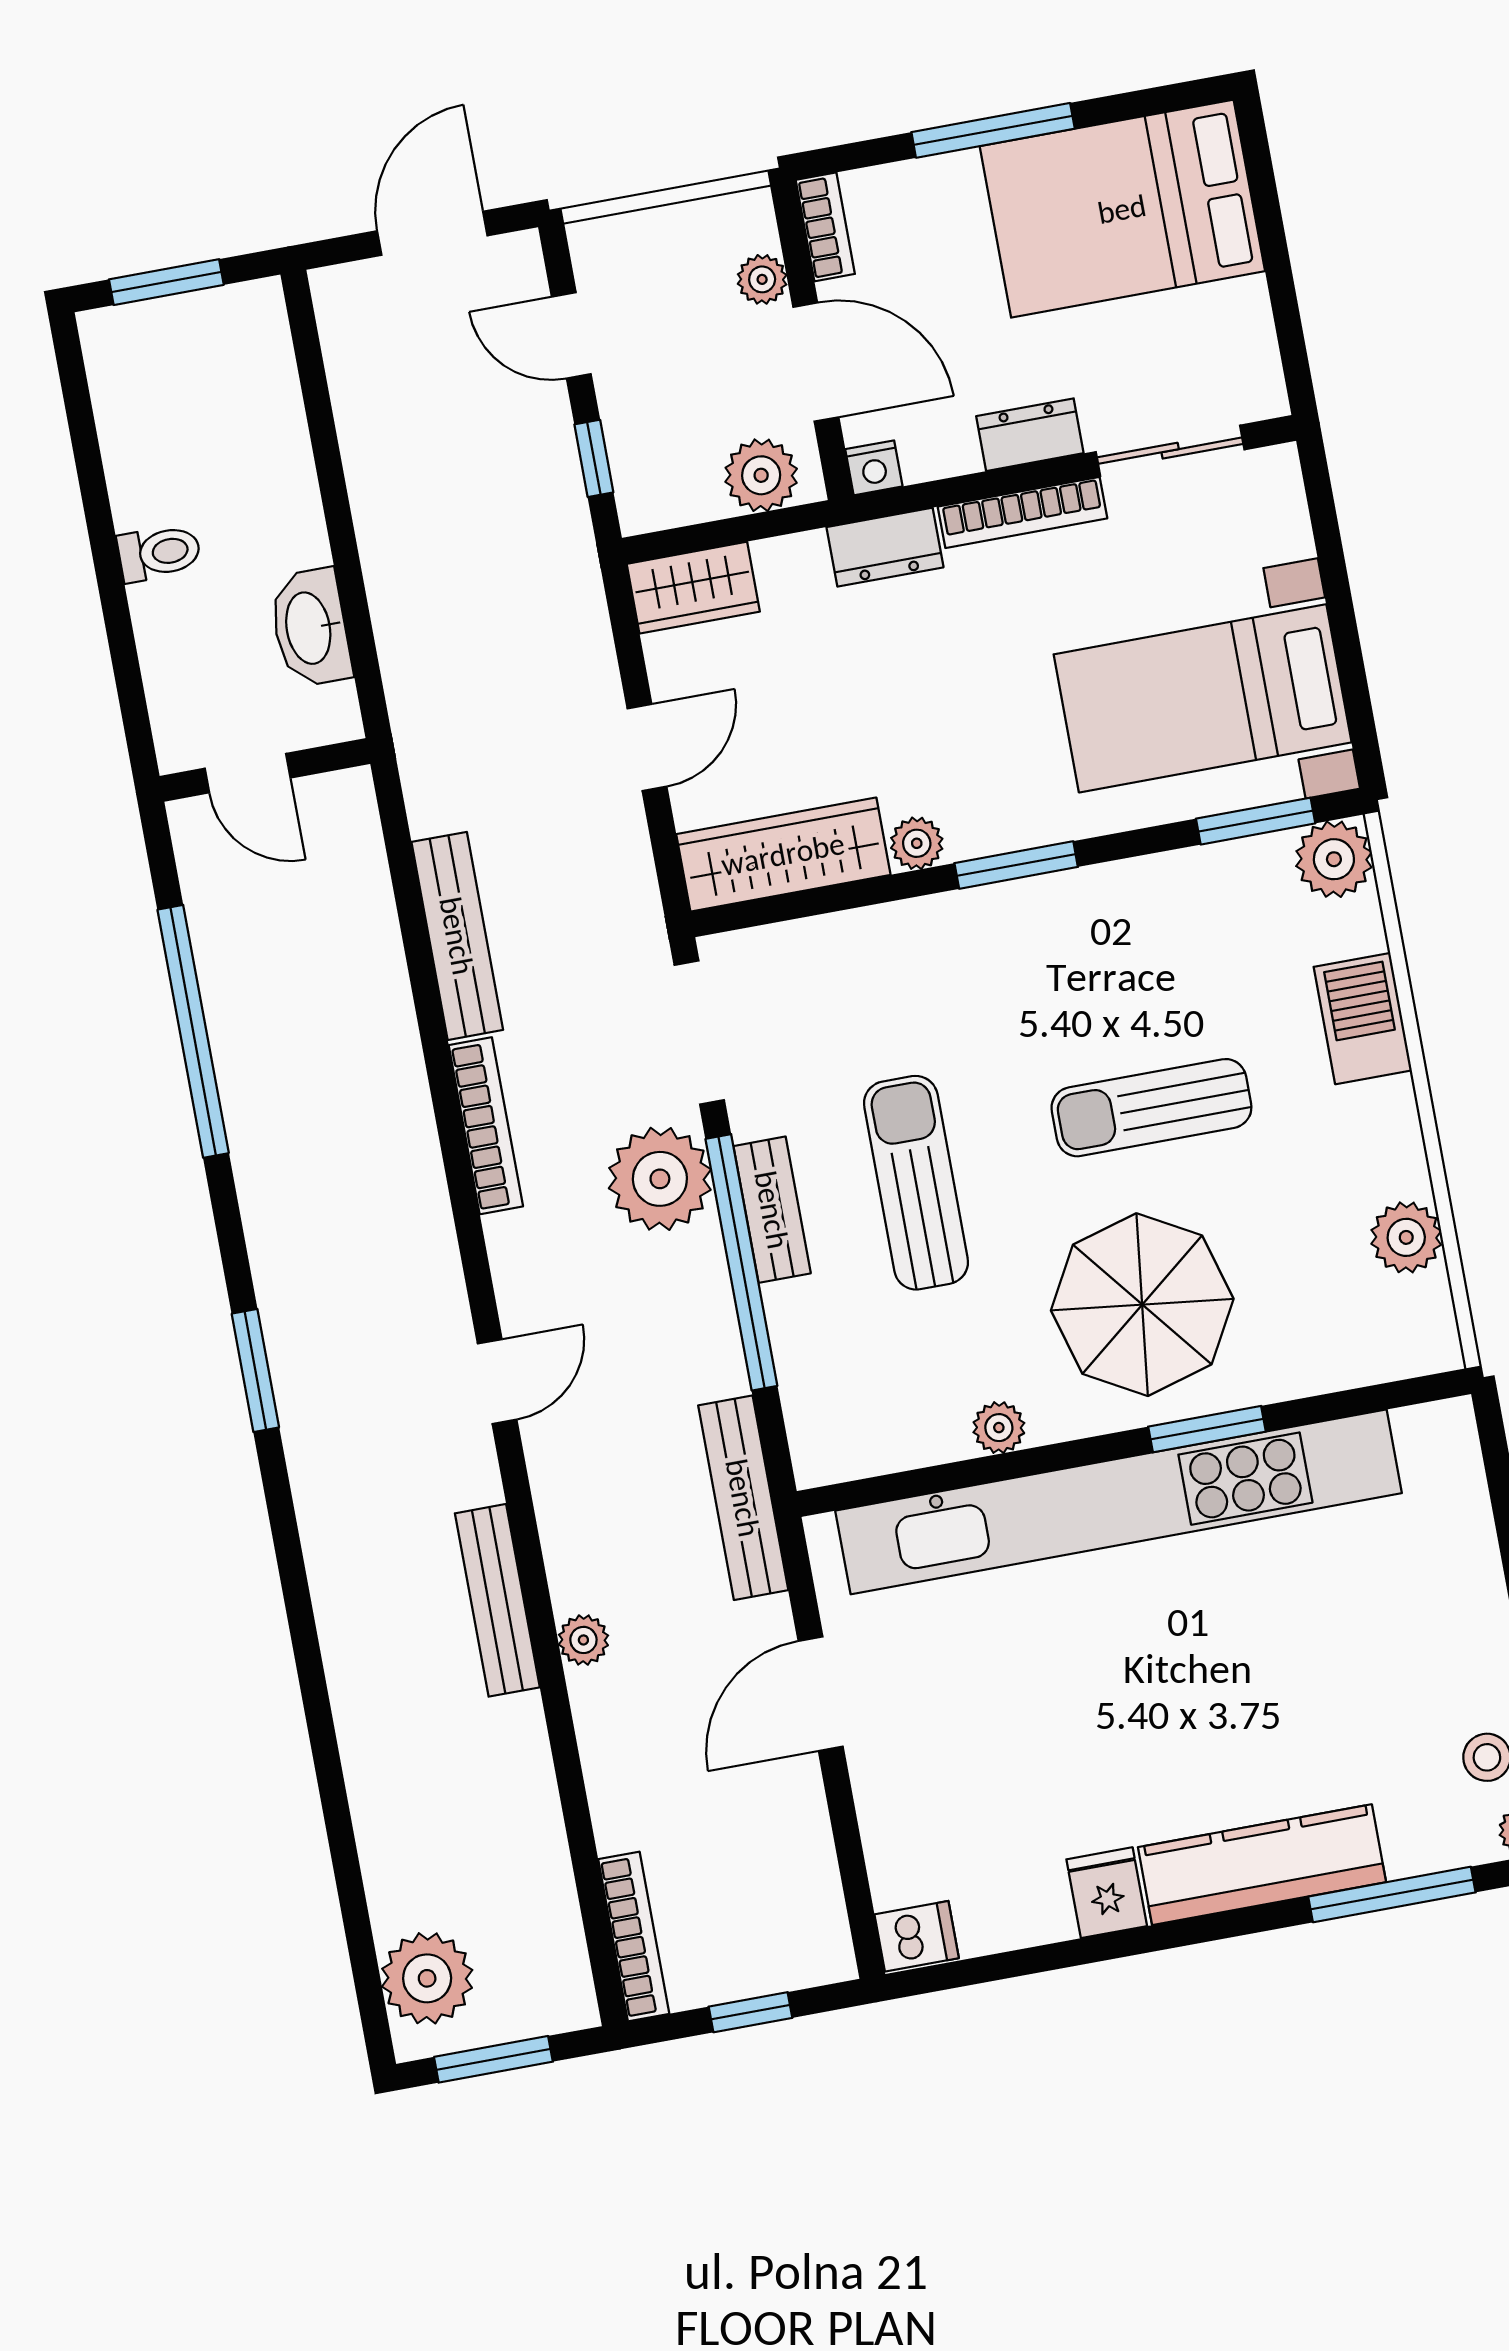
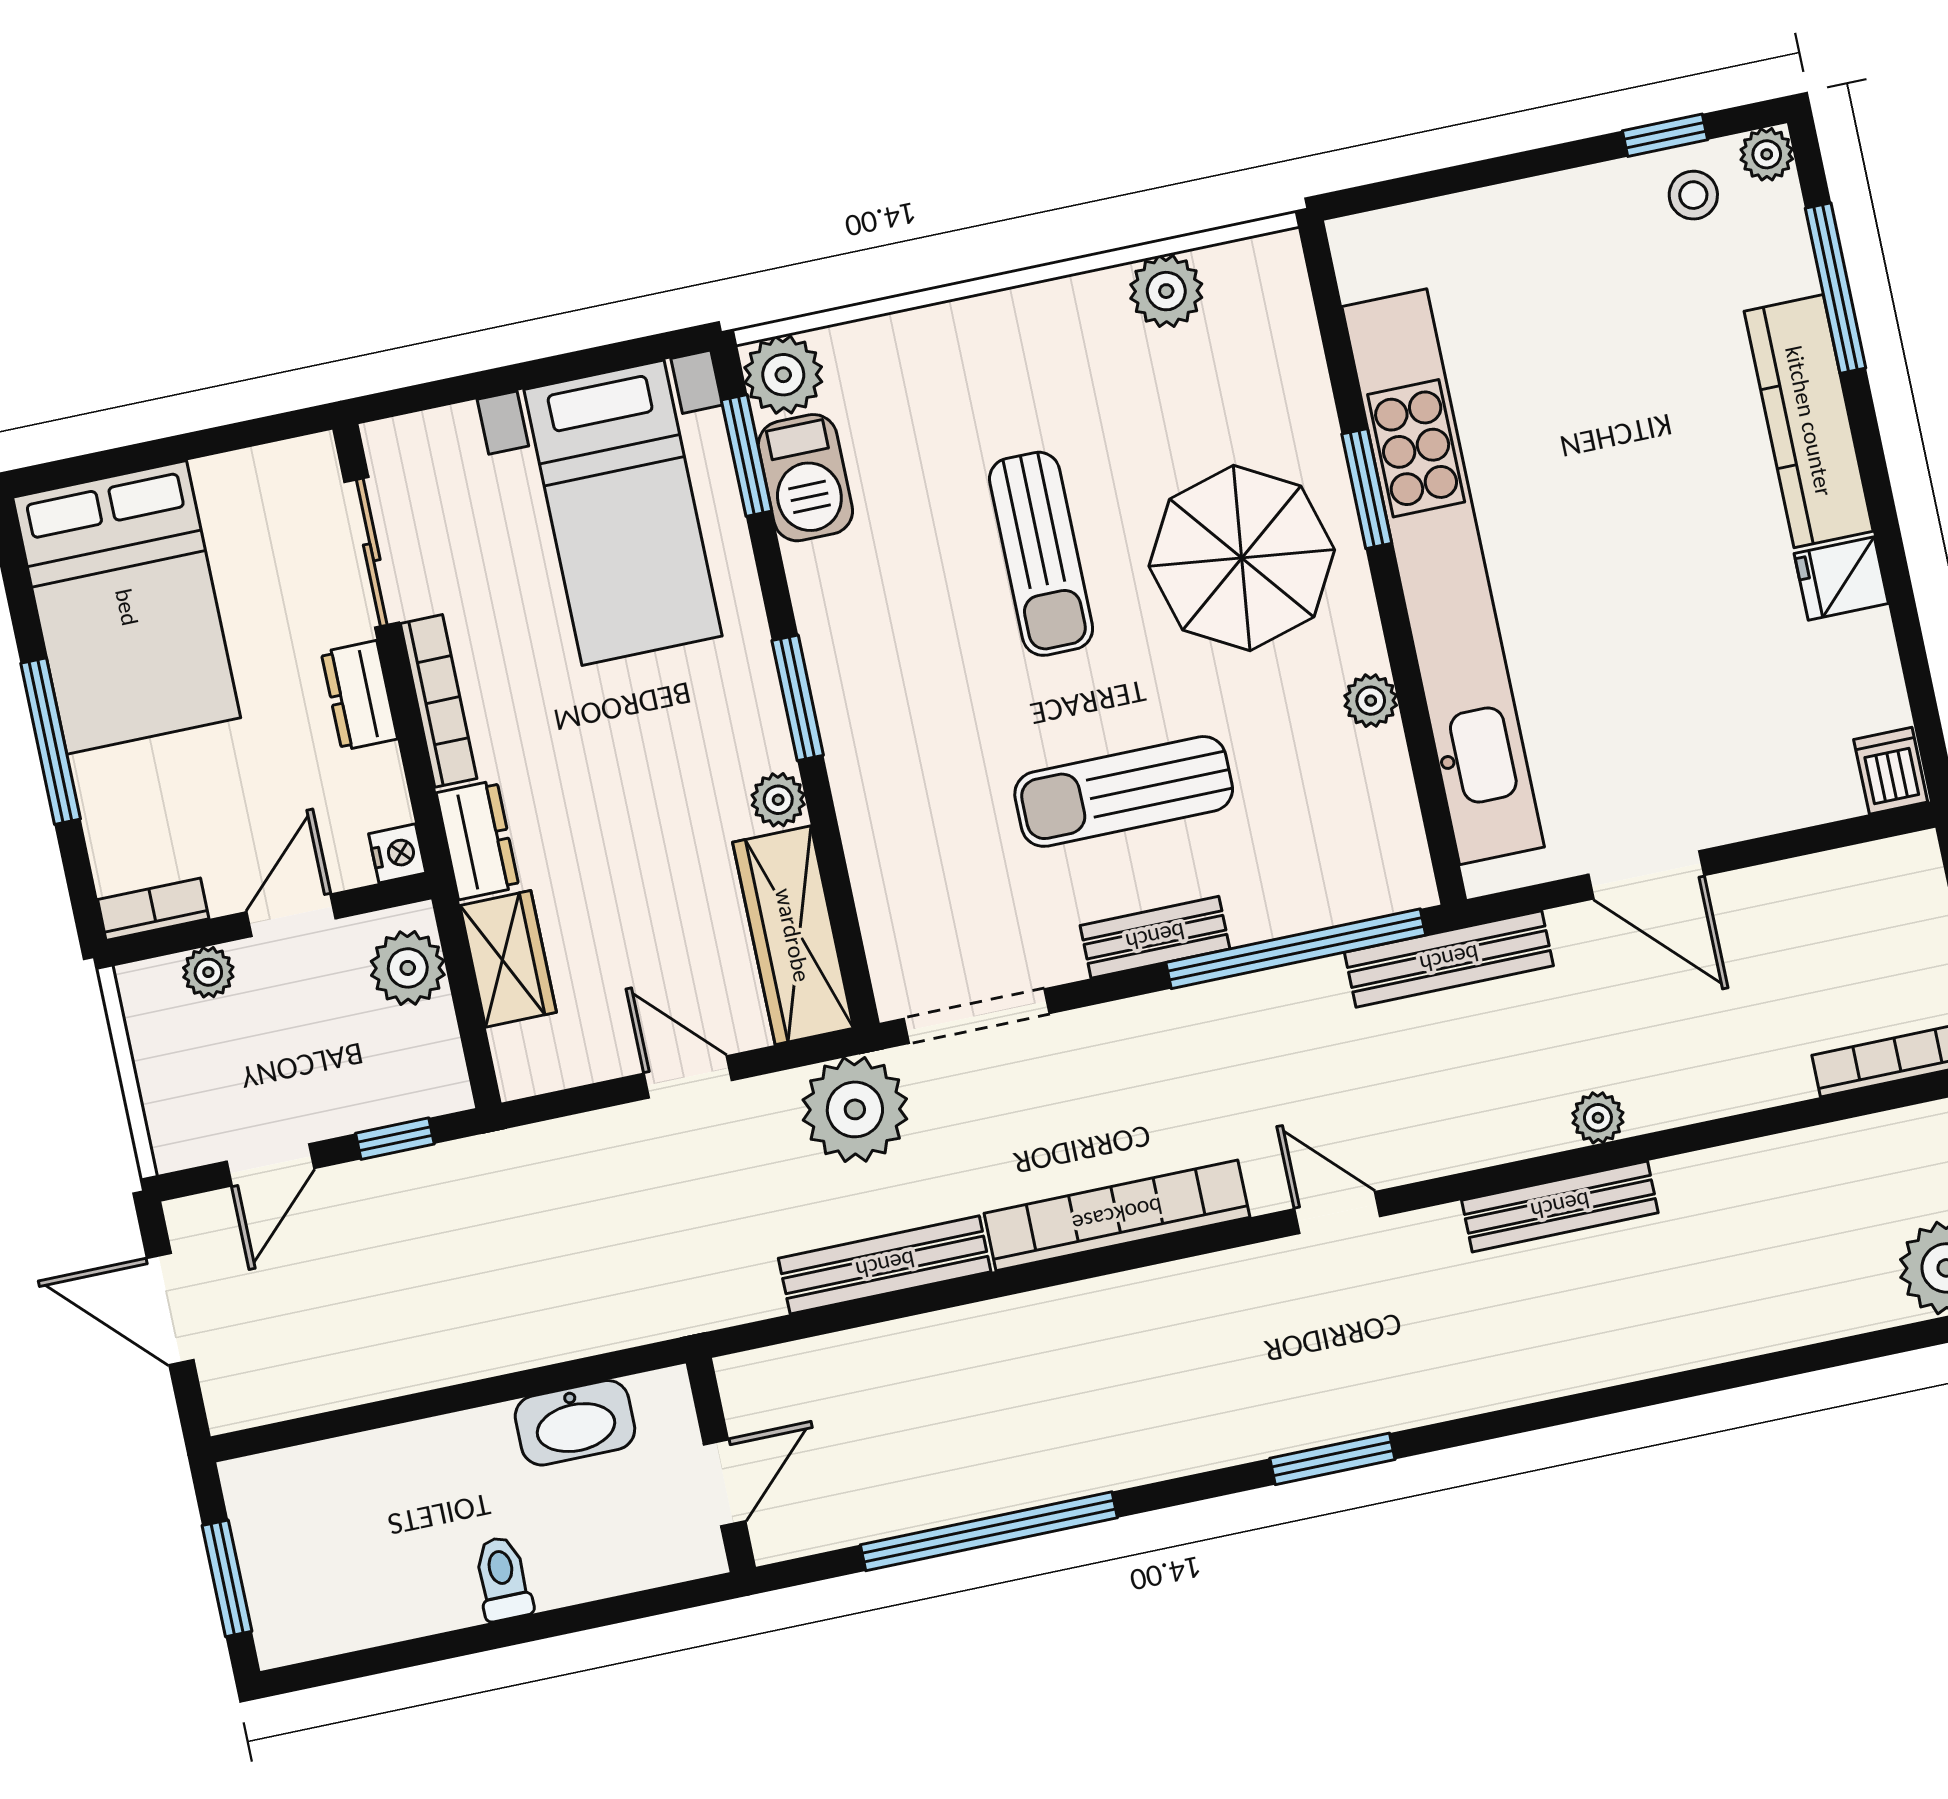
door: (816, 362) -> (291, 915), width x0.73
wardrobe: (693, 588) -> (508, 959), moved
barbecue: (1363, 1019) -> (805, 478), moved, turned -90
bookcase: (486, 1126) -> (1117, 1215), width x1.48, depth x1.31
plant: (660, 1179) -> (855, 1109), moved
window: (741, 1262) -> (1296, 949), moved

